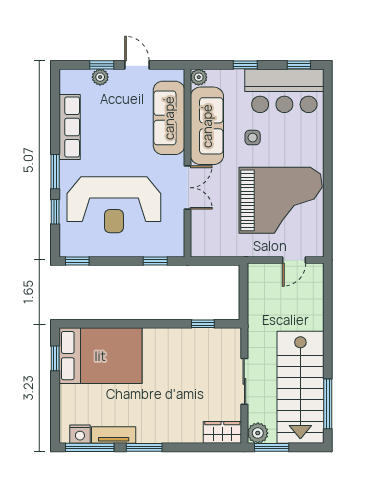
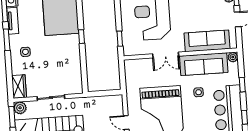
window: (203, 324) -> (81, 37), moved
side table: (166, 418) -> (25, 52), added

